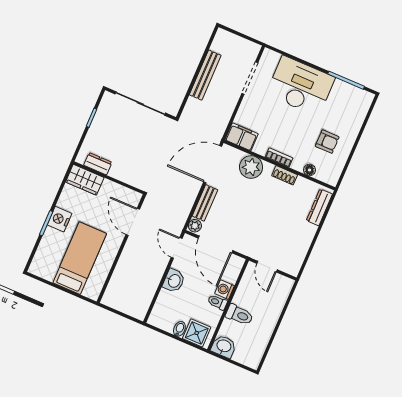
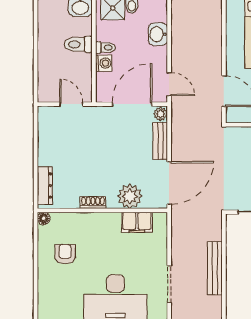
filing cabinet: (242, 137) -> (137, 222), moved
armchair: (327, 142) -> (65, 254), turned 90
bookcase: (279, 158) -> (106, 218), removed
floor lamp: (310, 170) -> (44, 218), moved
door: (215, 244) -> (132, 104), hinge flipped
washbasin: (174, 281) -> (158, 34), moved

